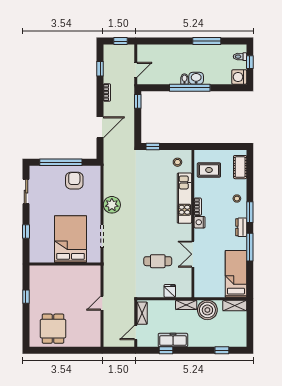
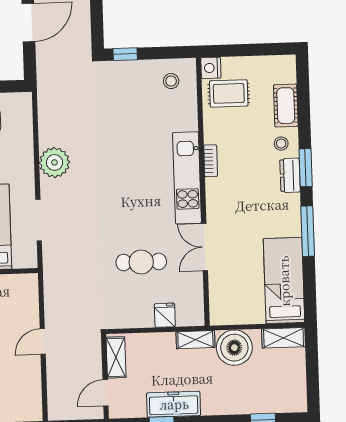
cot: (240, 167) -> (286, 106), moved
kitchen unit: (184, 198) -> (187, 178), moved
nightstand: (200, 222) -> (211, 68), moved
dresser: (241, 227) -> (290, 175), moved

